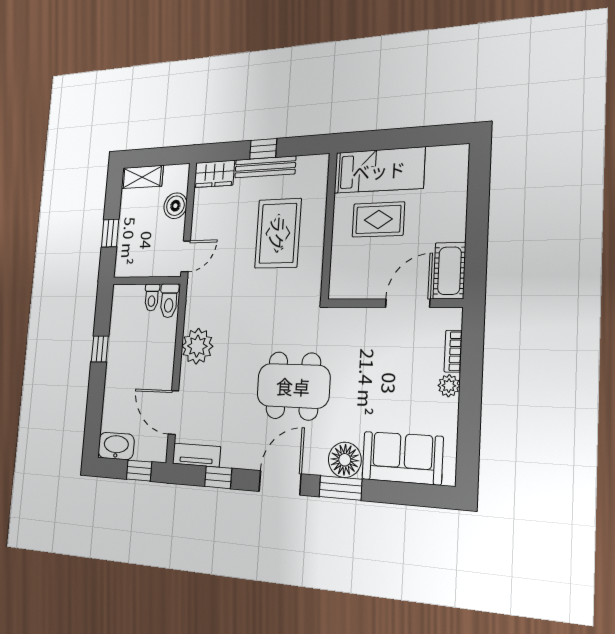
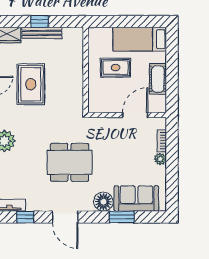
bed: (379, 170) -> (140, 39), moved, turned 180
rug: (278, 233) -> (31, 84), moved
cot: (449, 271) -> (158, 79), moved
door: (280, 483) -> (65, 217), swing flipped
window: (340, 488) -> (122, 217), moved

